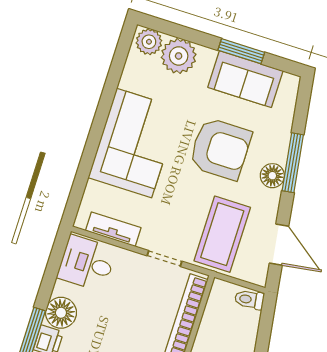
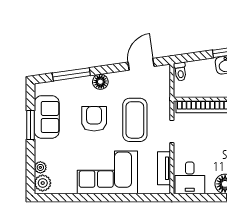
plant: (179, 56) -> (40, 167), width x0.53, depth x0.53
armchair: (220, 149) -> (94, 119), width x0.73, depth x0.73
window: (293, 163) -> (71, 74), moved
coffee table: (222, 234) -> (135, 120), moved, turned 90

